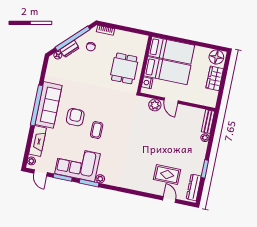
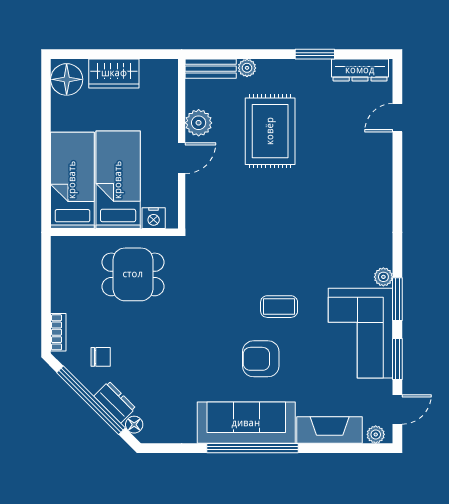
plant: (155, 105) -> (199, 123), moved
rug: (167, 175) -> (270, 131), moved, width x1.36, depth x1.43

